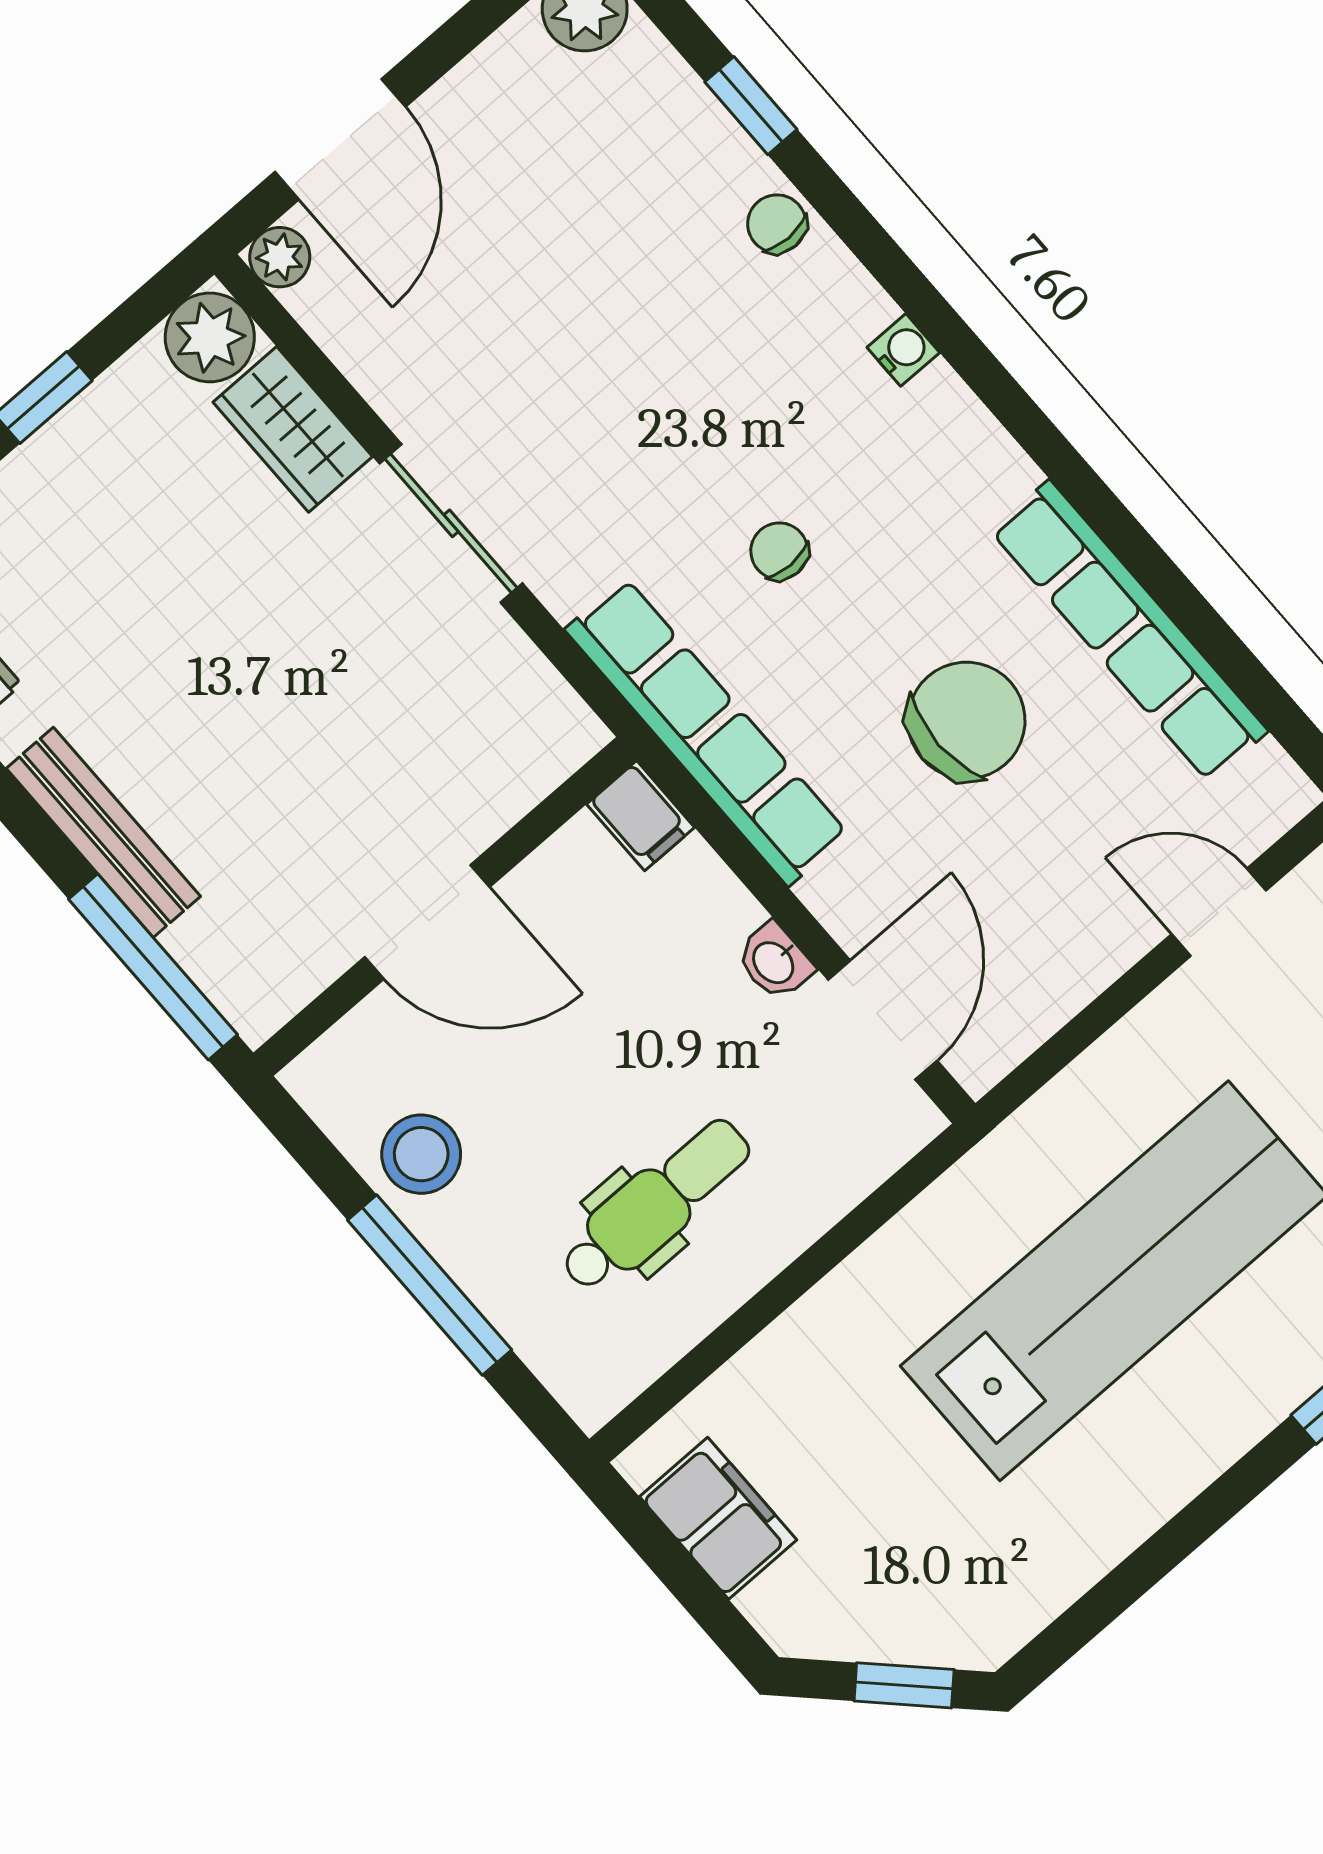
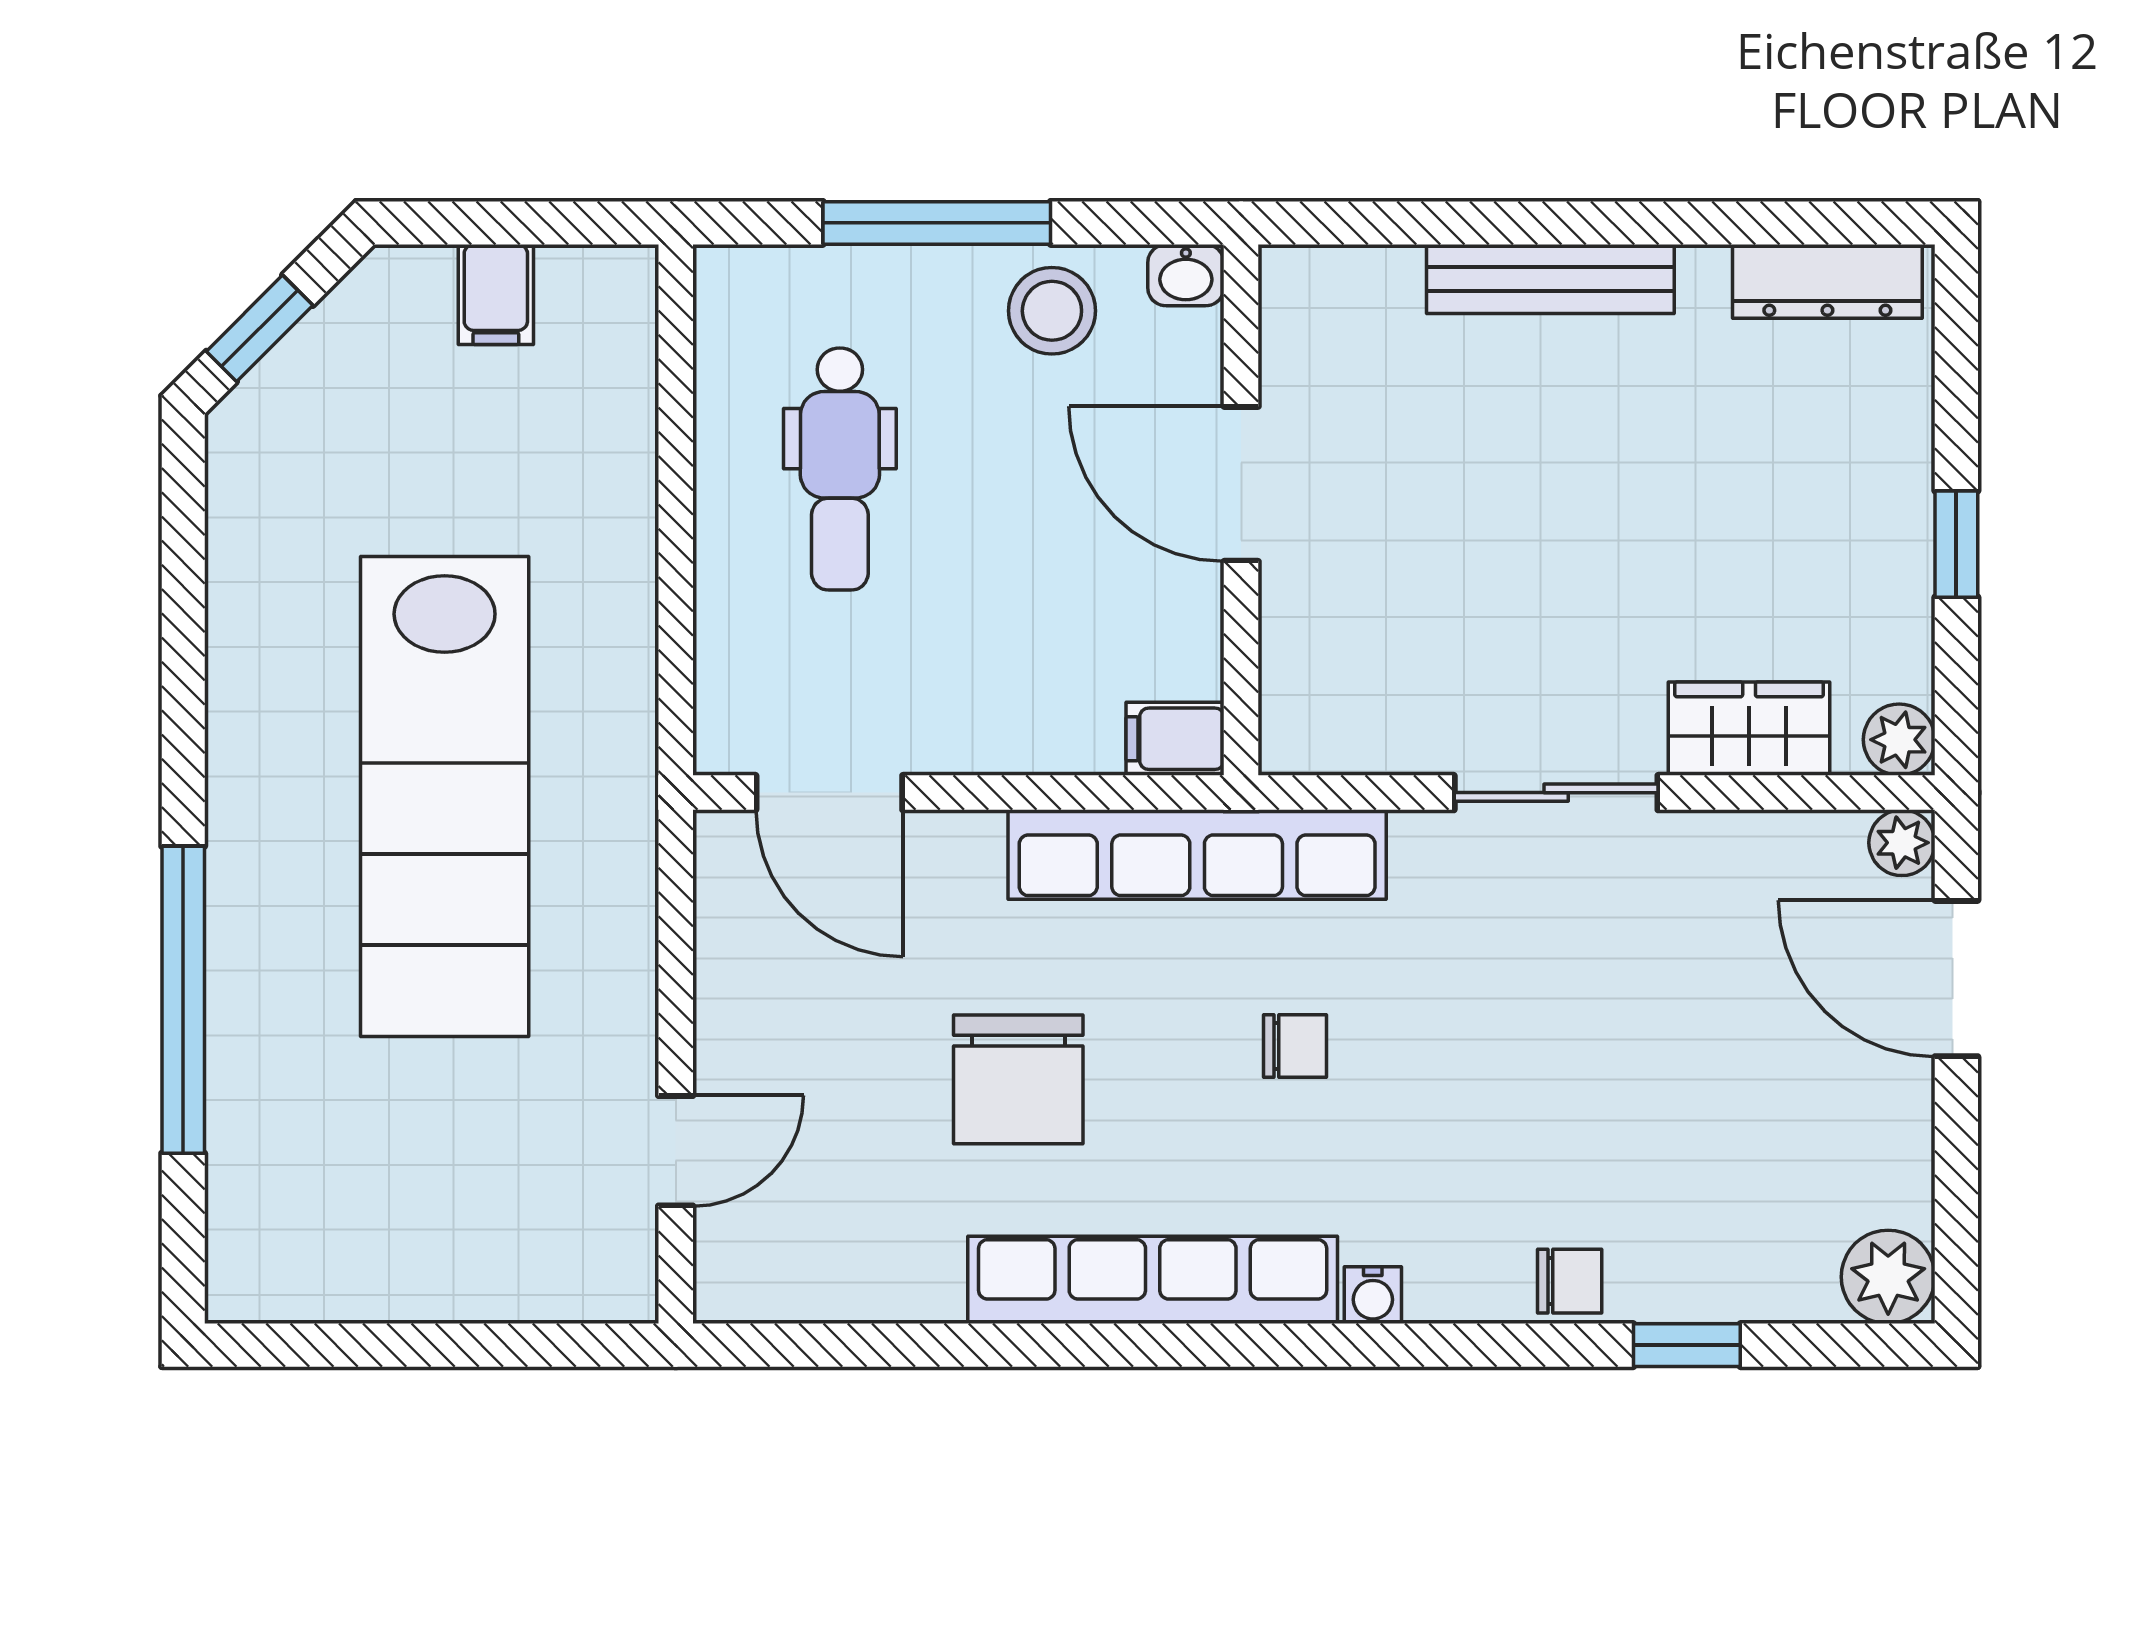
plant: (210, 337) -> (1899, 740), width x0.73, depth x0.73
row of seats: (1129, 631) -> (1153, 1280), moved
door: (427, 922) -> (1241, 484), hinge flipped
washbasin: (774, 962) -> (1186, 275), moved, turned 180
window: (153, 967) -> (1402, 223), removed
filing cabinet: (718, 1518) -> (496, 294), width x0.50

